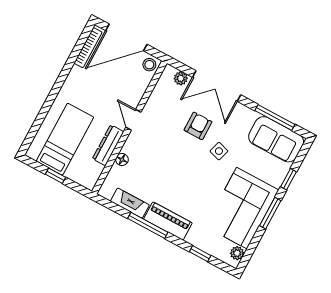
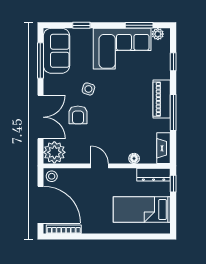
plant: (181, 78) -> (54, 152), width x1.88, depth x1.88
door: (133, 120) -> (100, 166), swing flipped
armchair: (198, 126) -> (78, 115), turned -90
dresser: (108, 145) -> (154, 175), moved
window: (55, 176) -> (173, 184), moved
fireplace: (130, 203) -> (164, 148), moved
window: (270, 213) -> (139, 25), moved

